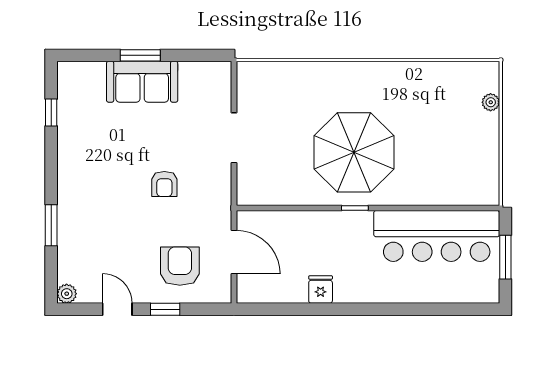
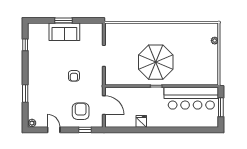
window: (165, 309) -> (85, 130), moved

